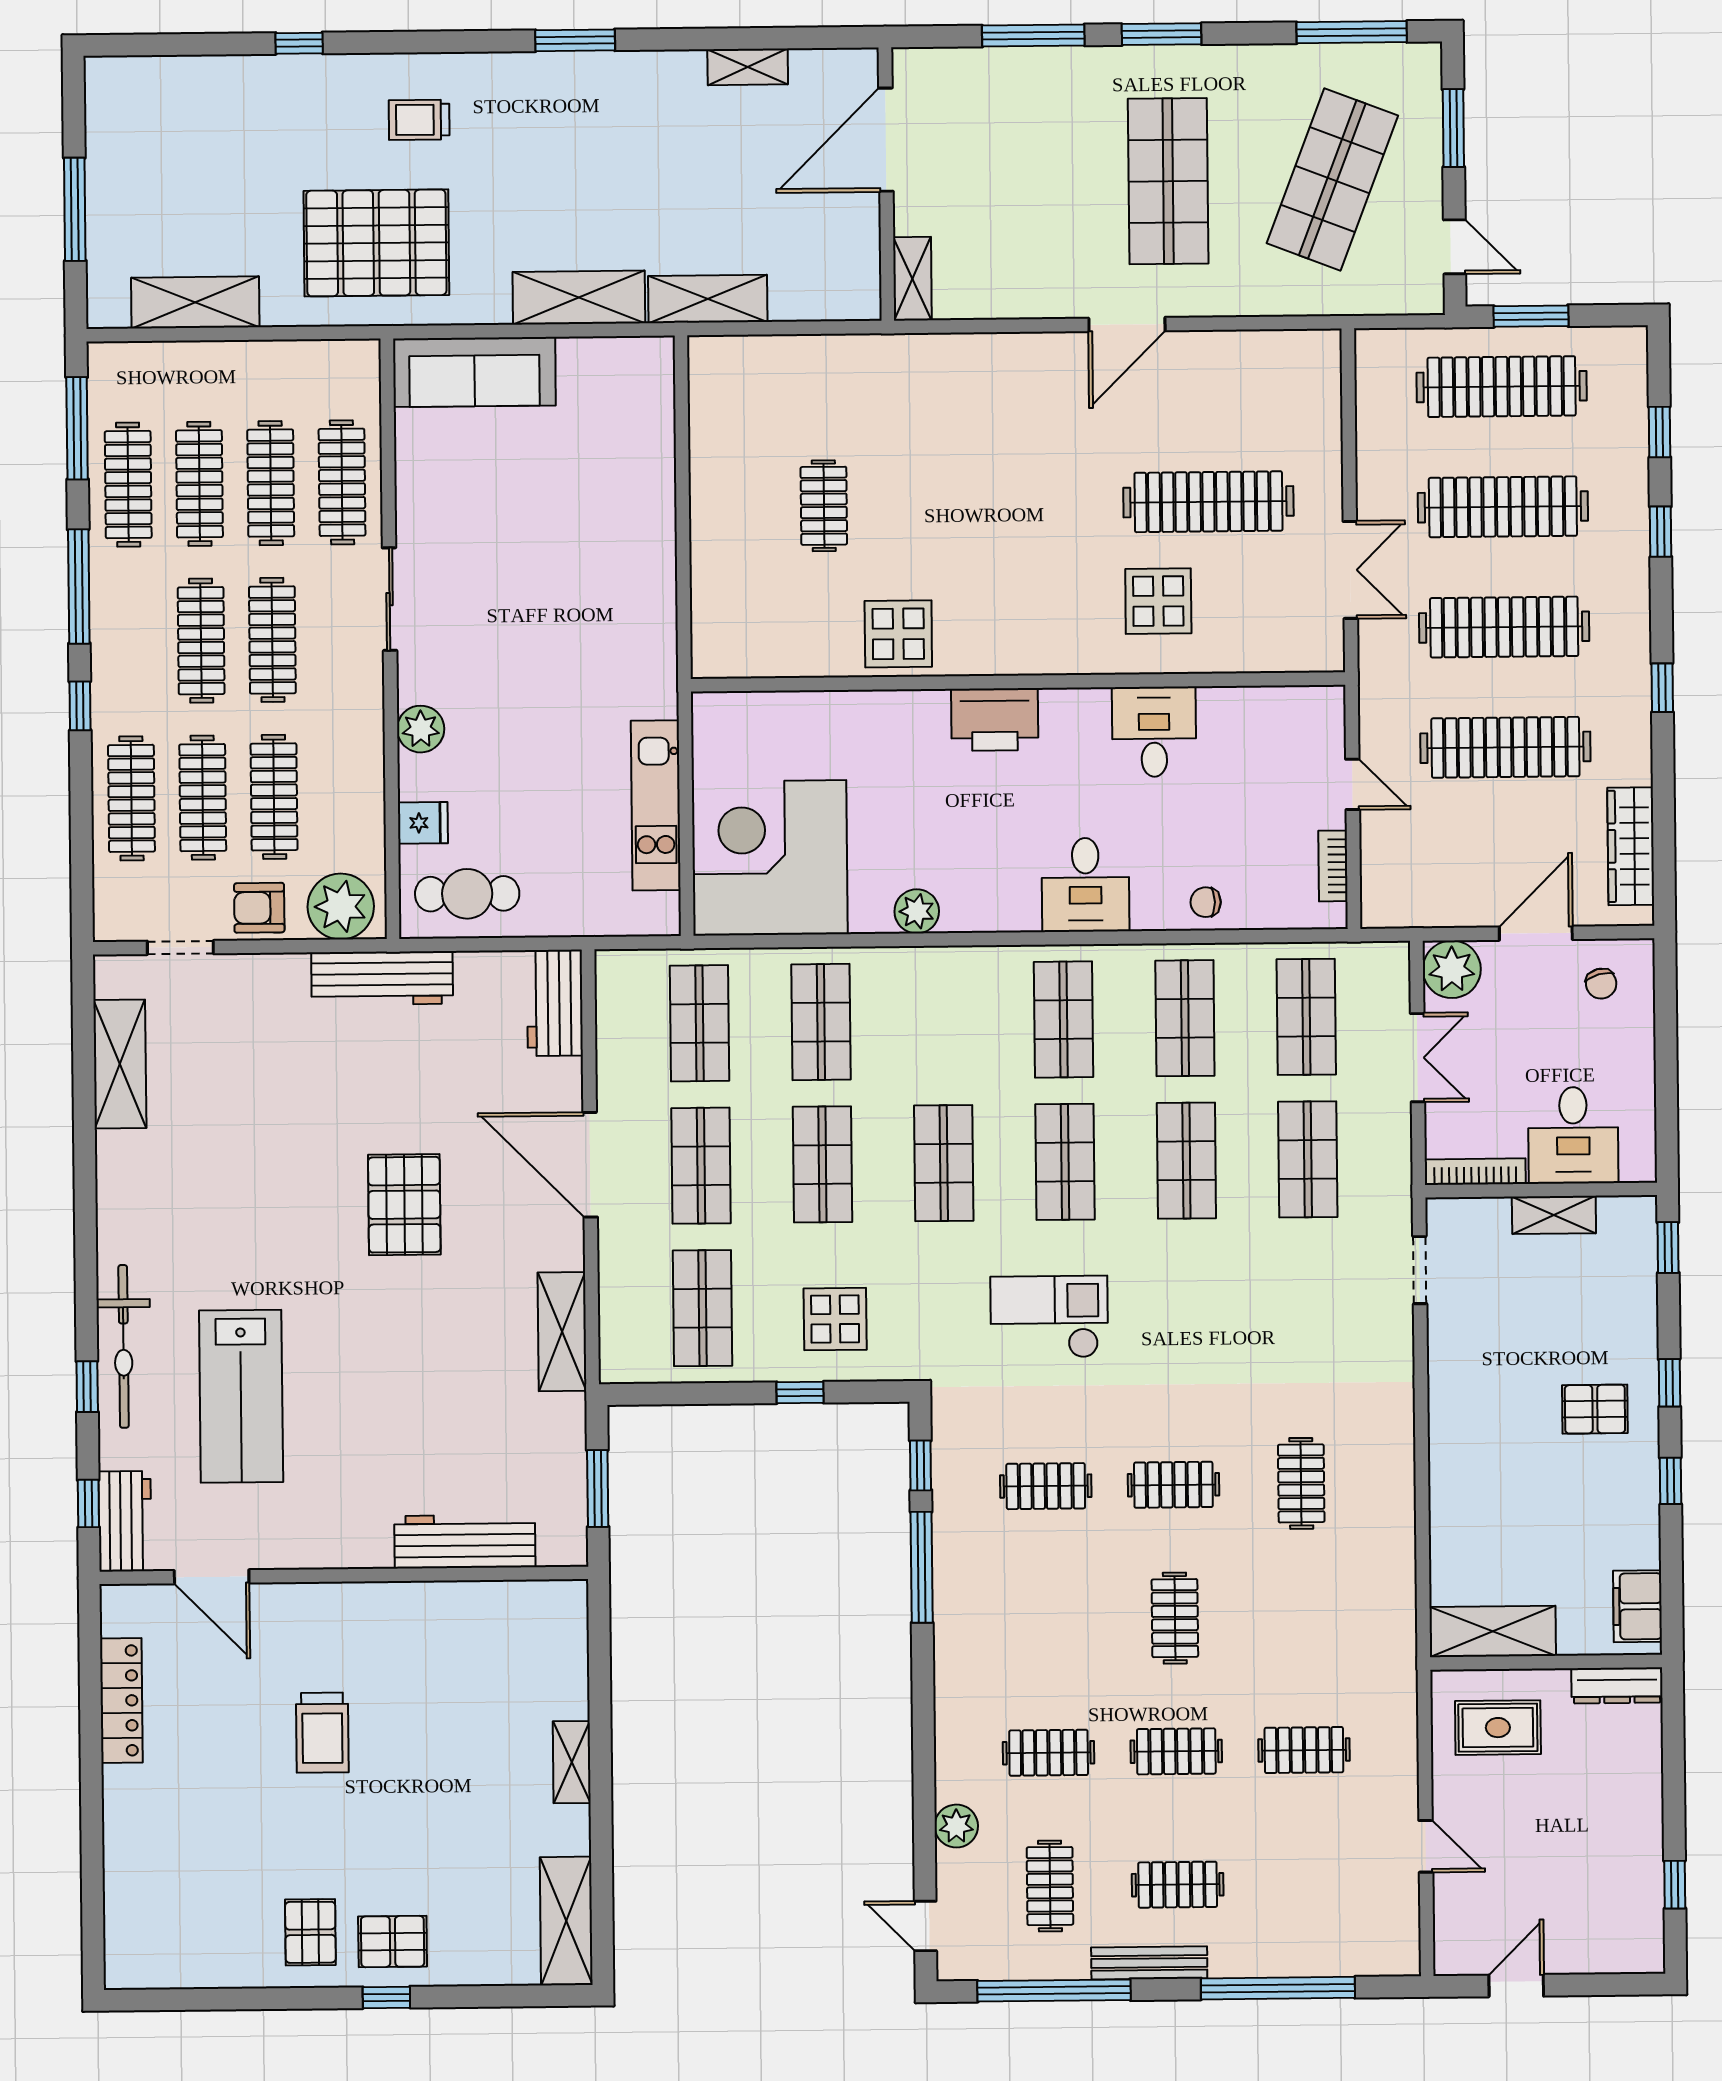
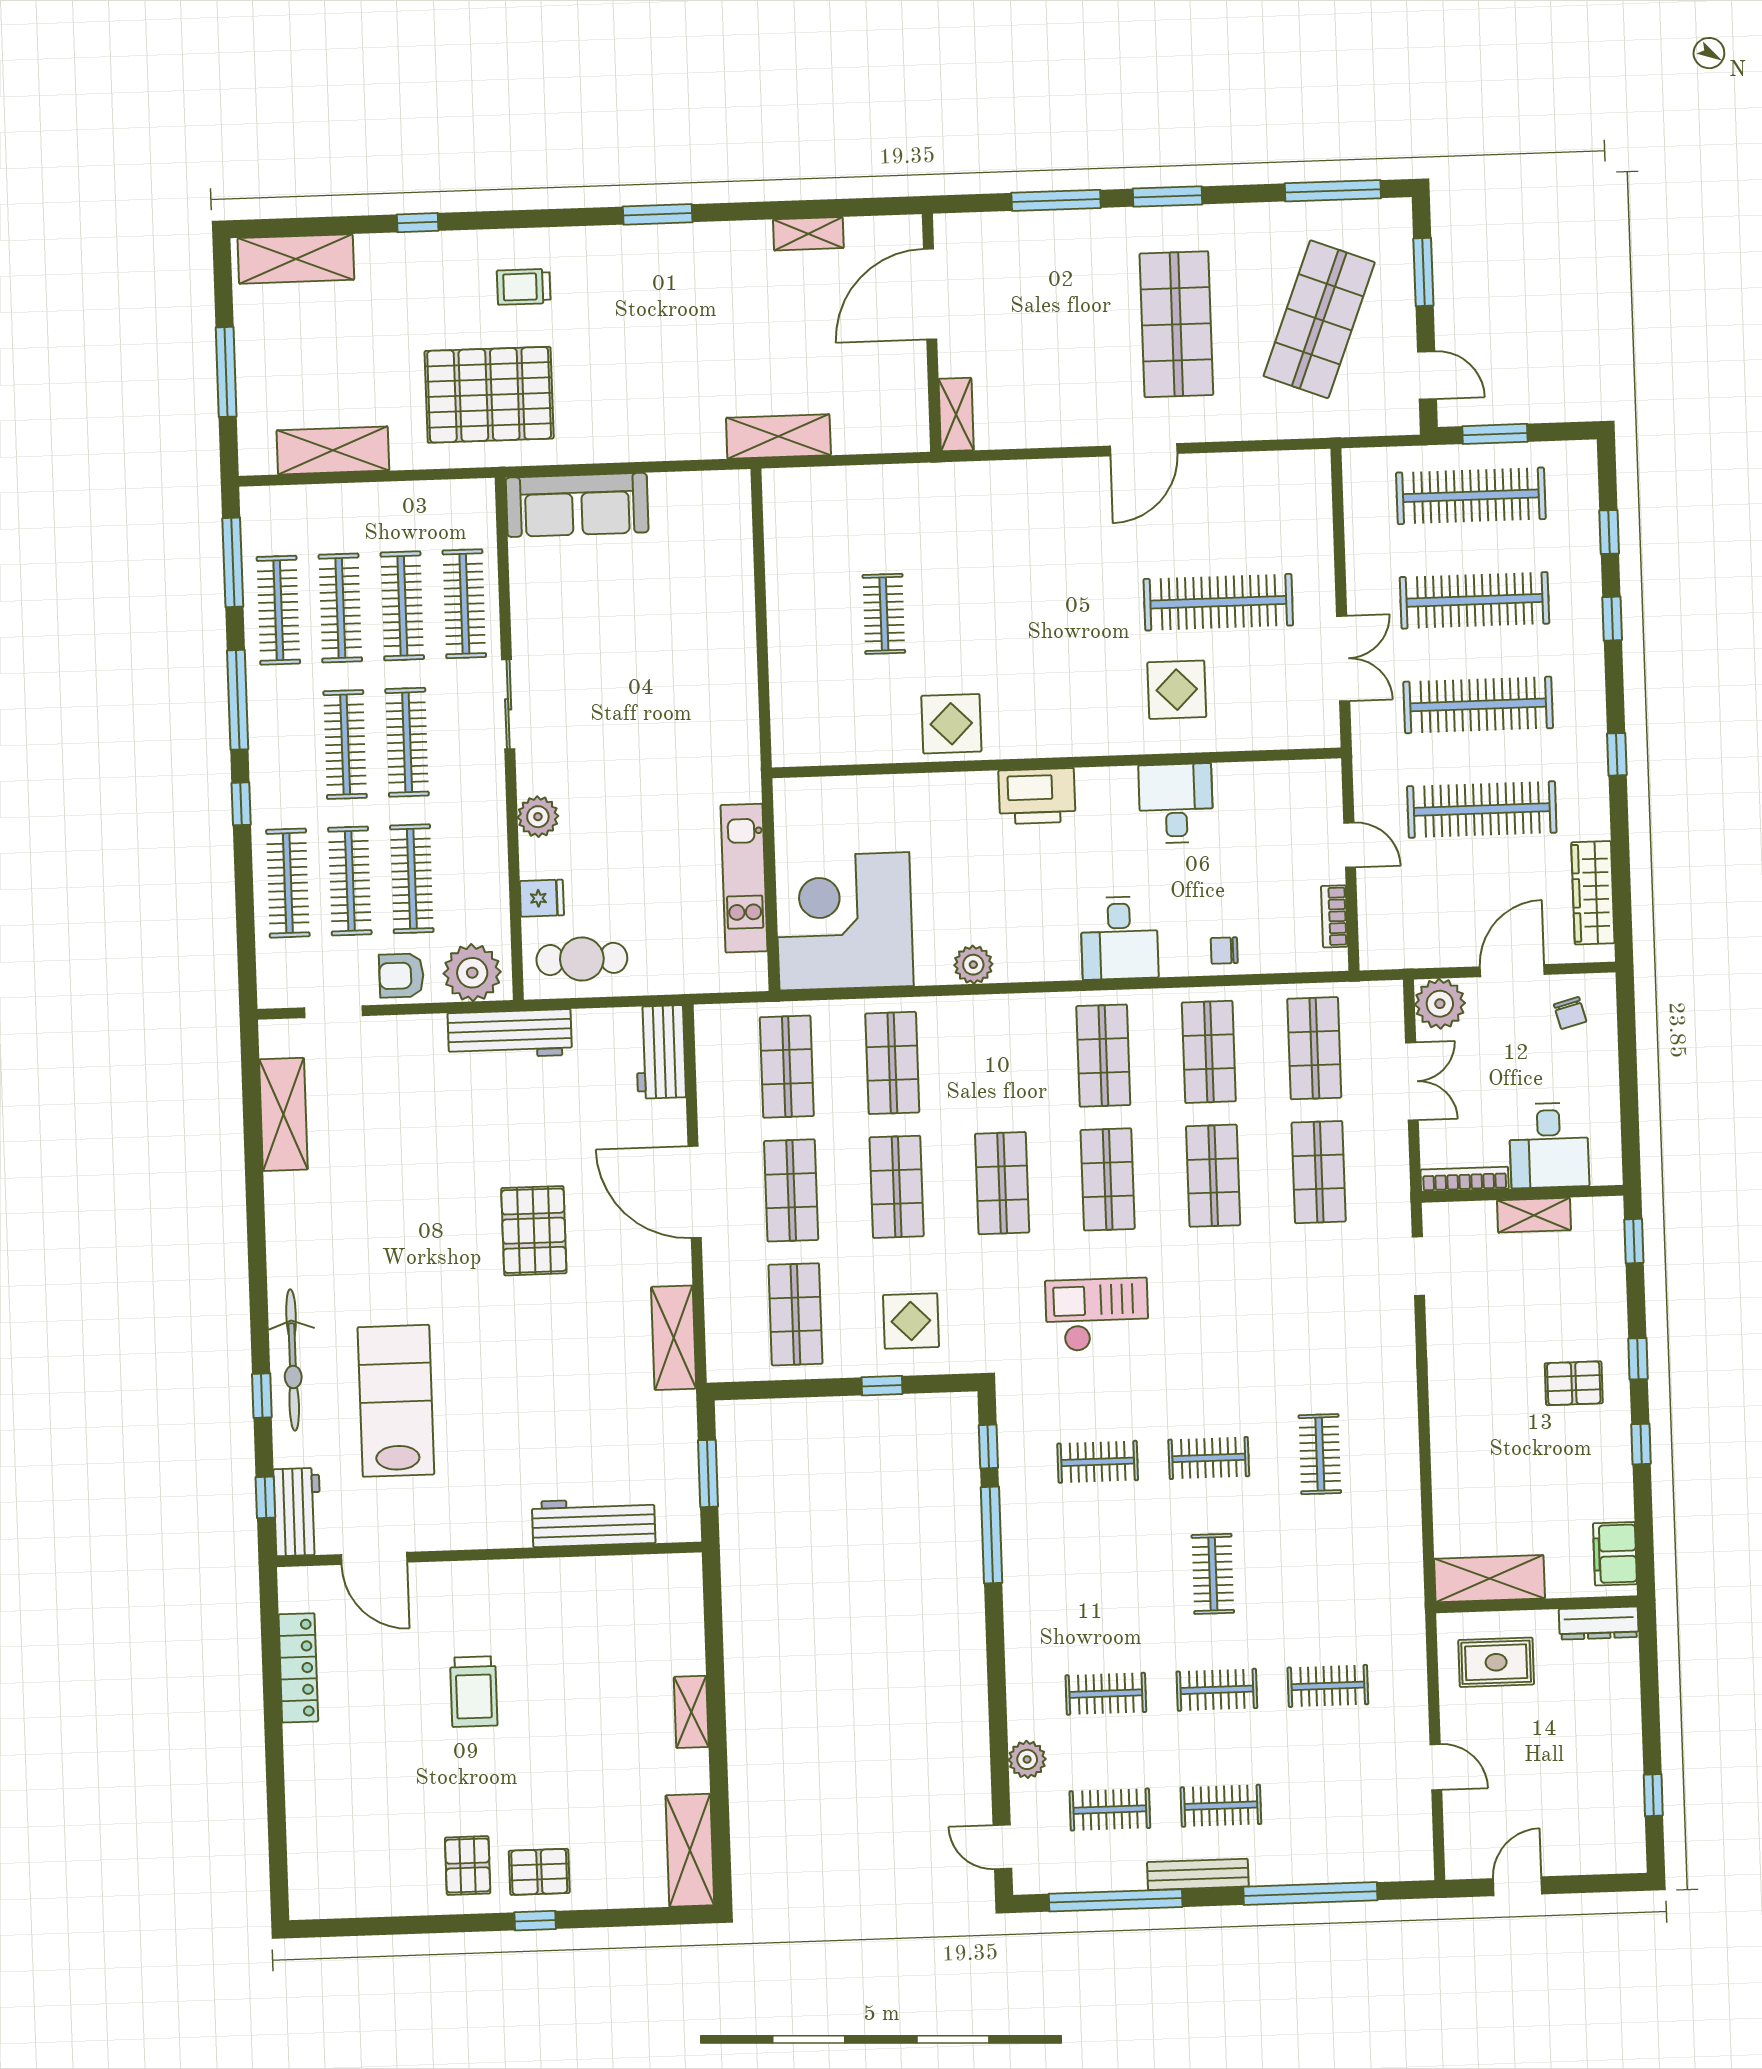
shelving: (579, 298) -> (296, 259), moved
lab bench: (241, 1396) -> (396, 1401), turned 180
clothes rail: (1050, 1886) -> (1110, 1810), turned 90

